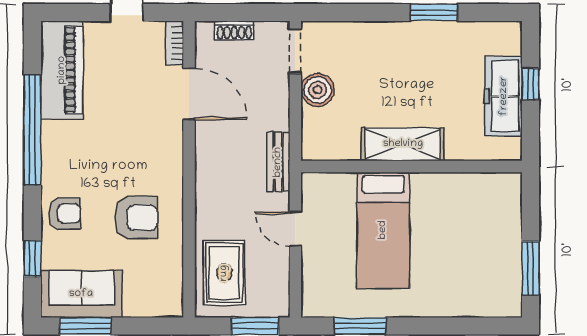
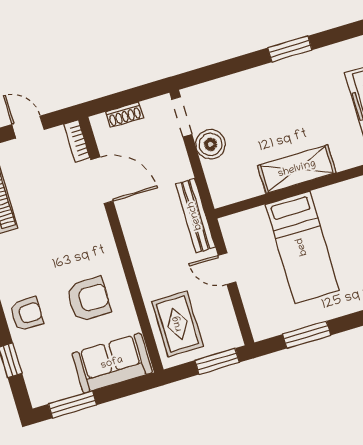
bench: (278, 162) -> (195, 216), width x1.36
sofa: (81, 294) -> (112, 363), moved

